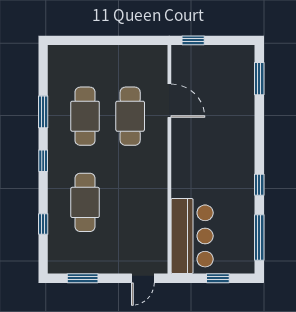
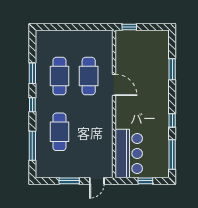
window: (259, 79) -> (172, 69), moved
door: (169, 101) -> (114, 85), moved
window: (43, 224) -> (32, 146), width x2.17
window: (83, 278) -> (69, 181), moved

